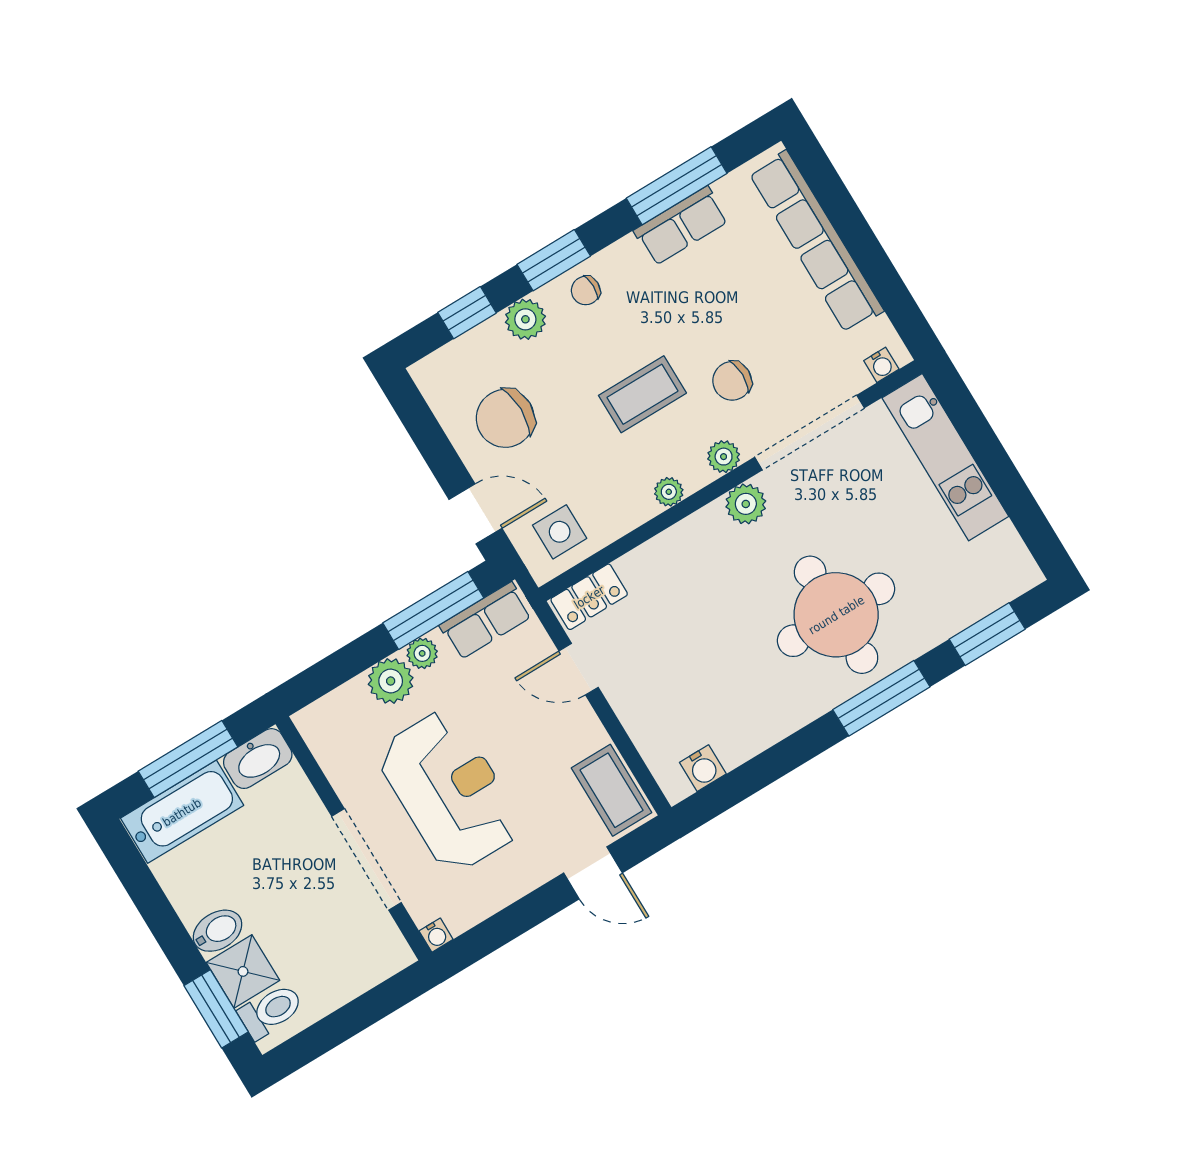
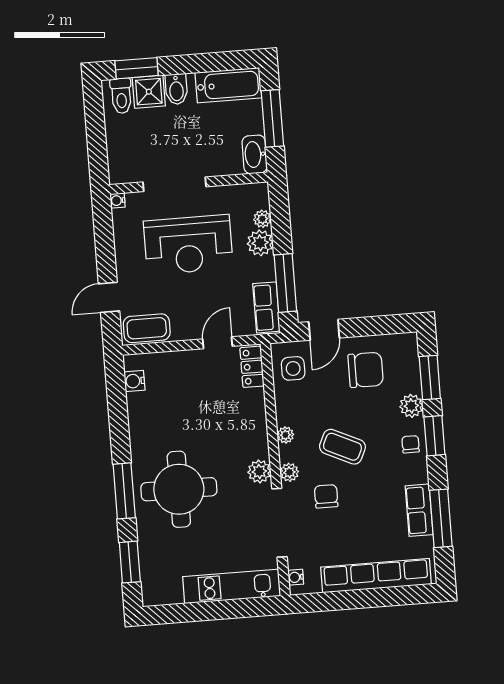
window: (467, 313) -> (430, 377), width x1.50
coffee table: (642, 394) -> (342, 447), turned -65
chair: (505, 418) -> (366, 370), turned 90
plant: (422, 653) -> (262, 219), moved
bathtub: (182, 812) -> (228, 85), moved, turned -90

